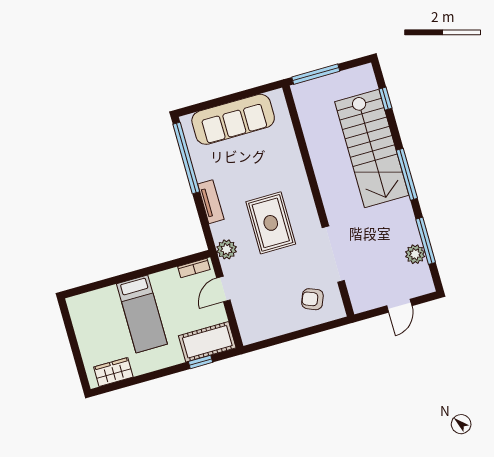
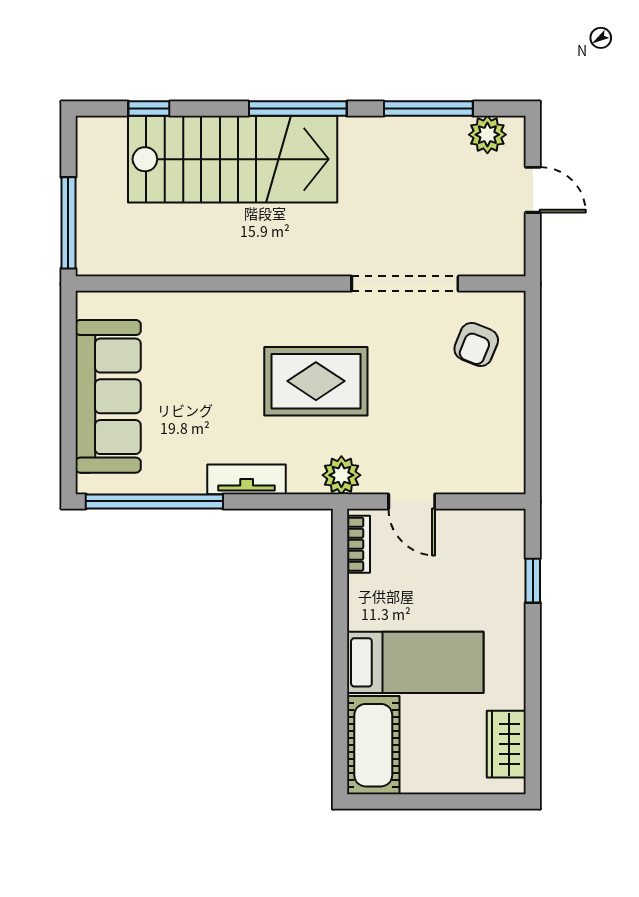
plant: (415, 254) -> (487, 135), moved
cot: (207, 342) -> (373, 745), moved

